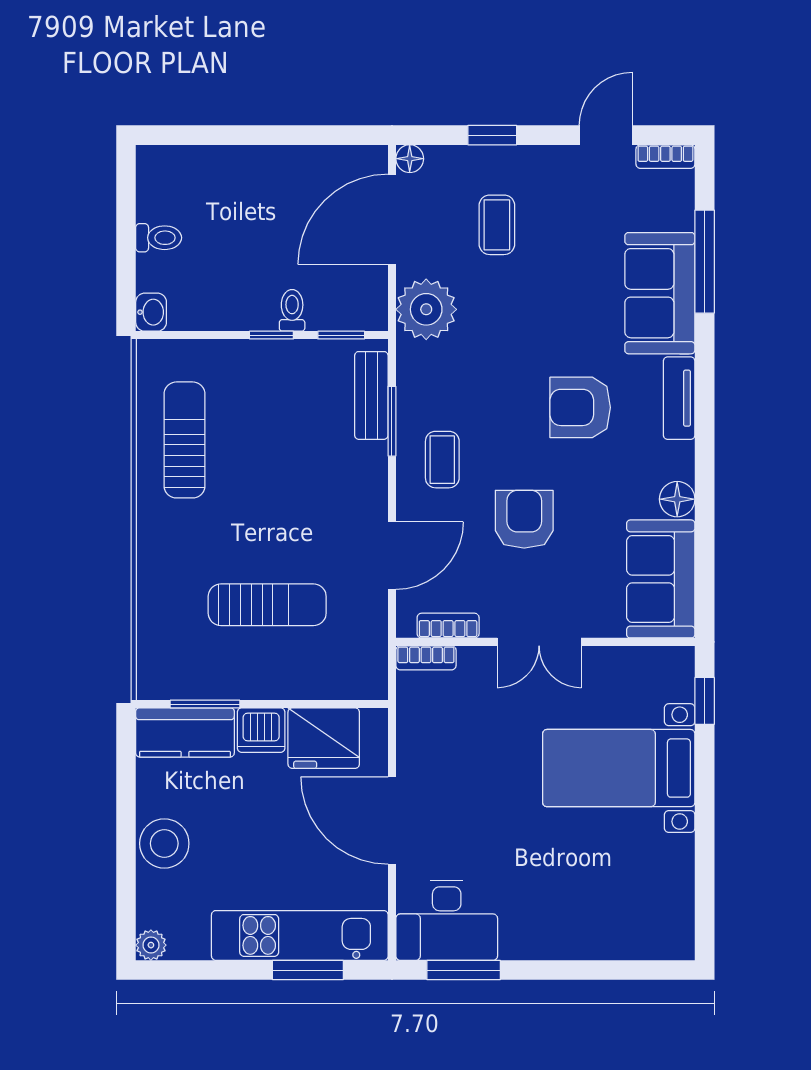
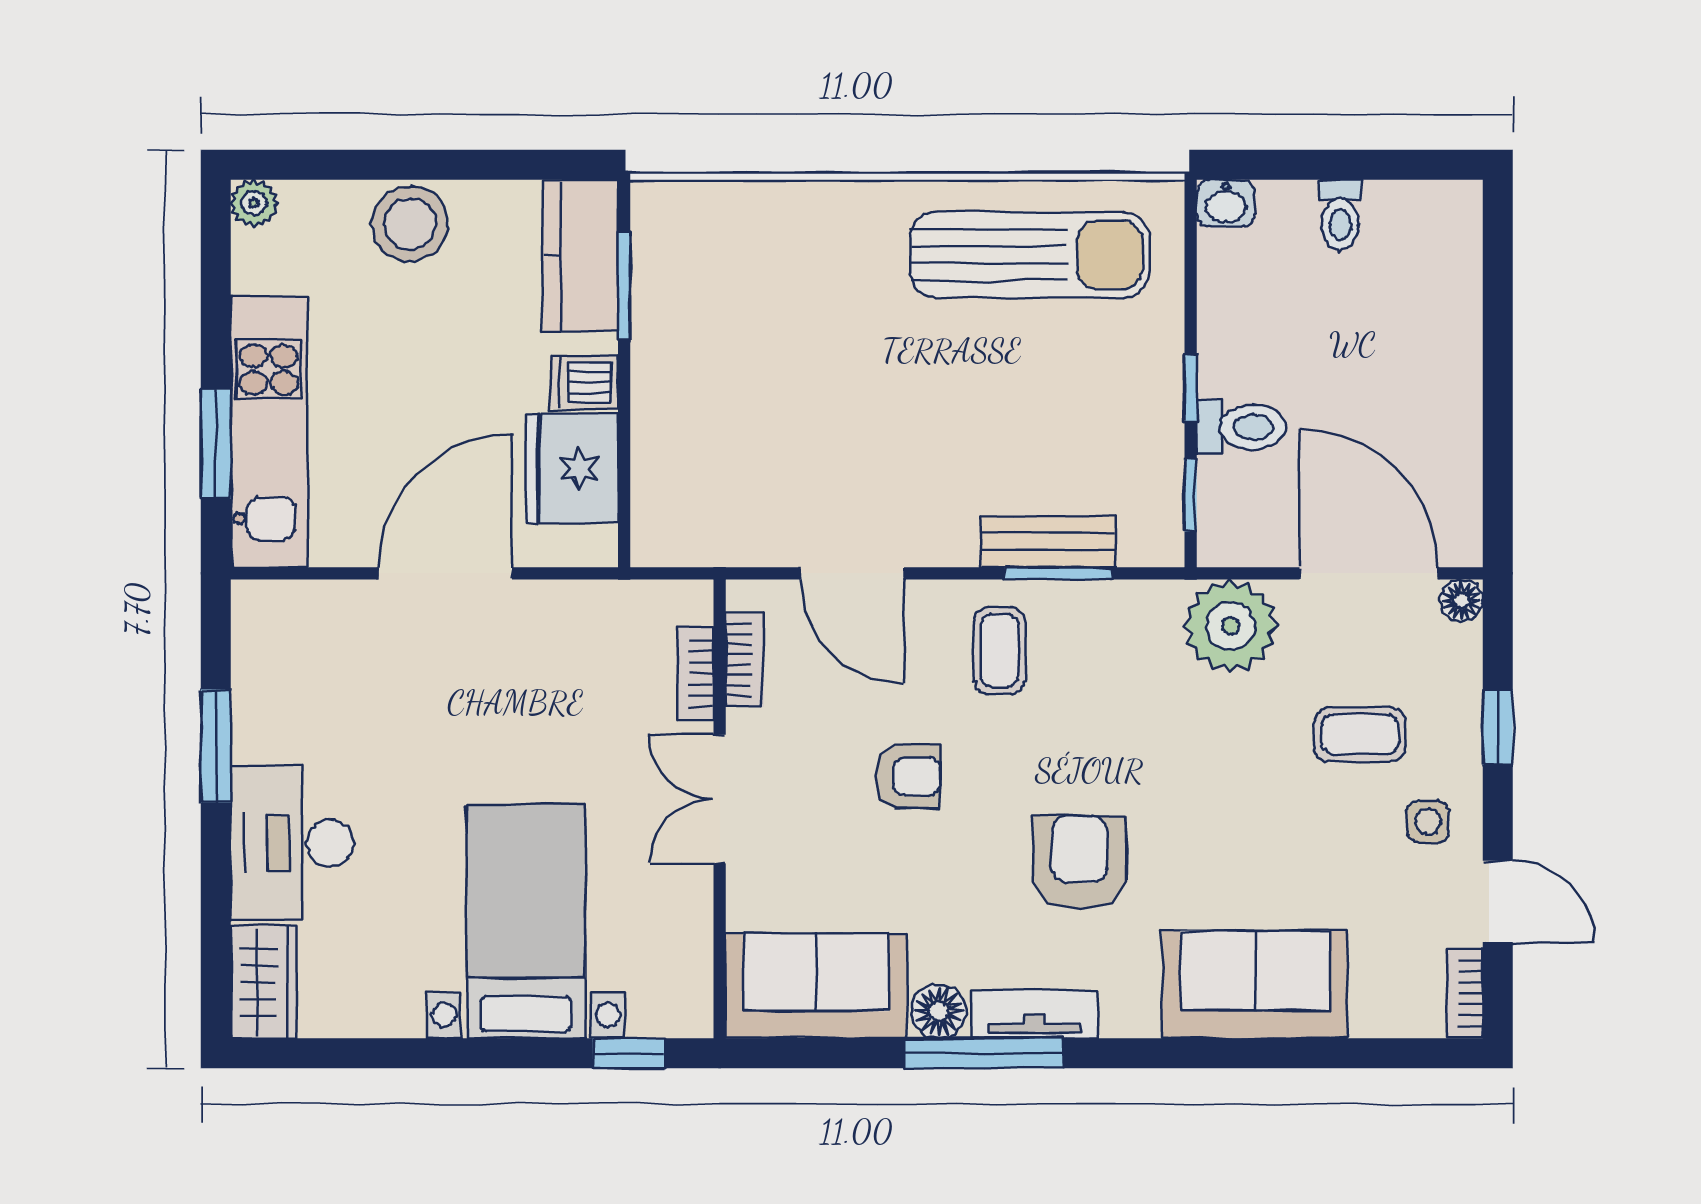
side table: (554, 181) -> (1428, 821), added
window: (705, 262) -> (984, 1053), moved
toilet: (292, 310) -> (1241, 427), width x1.37, depth x1.39
bench: (371, 395) -> (1048, 542), moved
tv unit: (679, 398) -> (1034, 1014), moved
sun lounger: (185, 440) -> (1030, 255), width x1.36, depth x1.34
coffee table: (442, 460) -> (1000, 651), turned 90
armchair: (524, 519) -> (908, 776), width x0.72, depth x0.72
sun lounger: (267, 605) -> (777, 382), removed
bookcase: (426, 658) -> (695, 674), moved
dishwasher: (261, 730) -> (584, 382), width x0.73
desk: (447, 920) -> (292, 843), moved
wardrobe: (658, 939) -> (263, 982), added
window: (464, 970) -> (216, 746), moved

